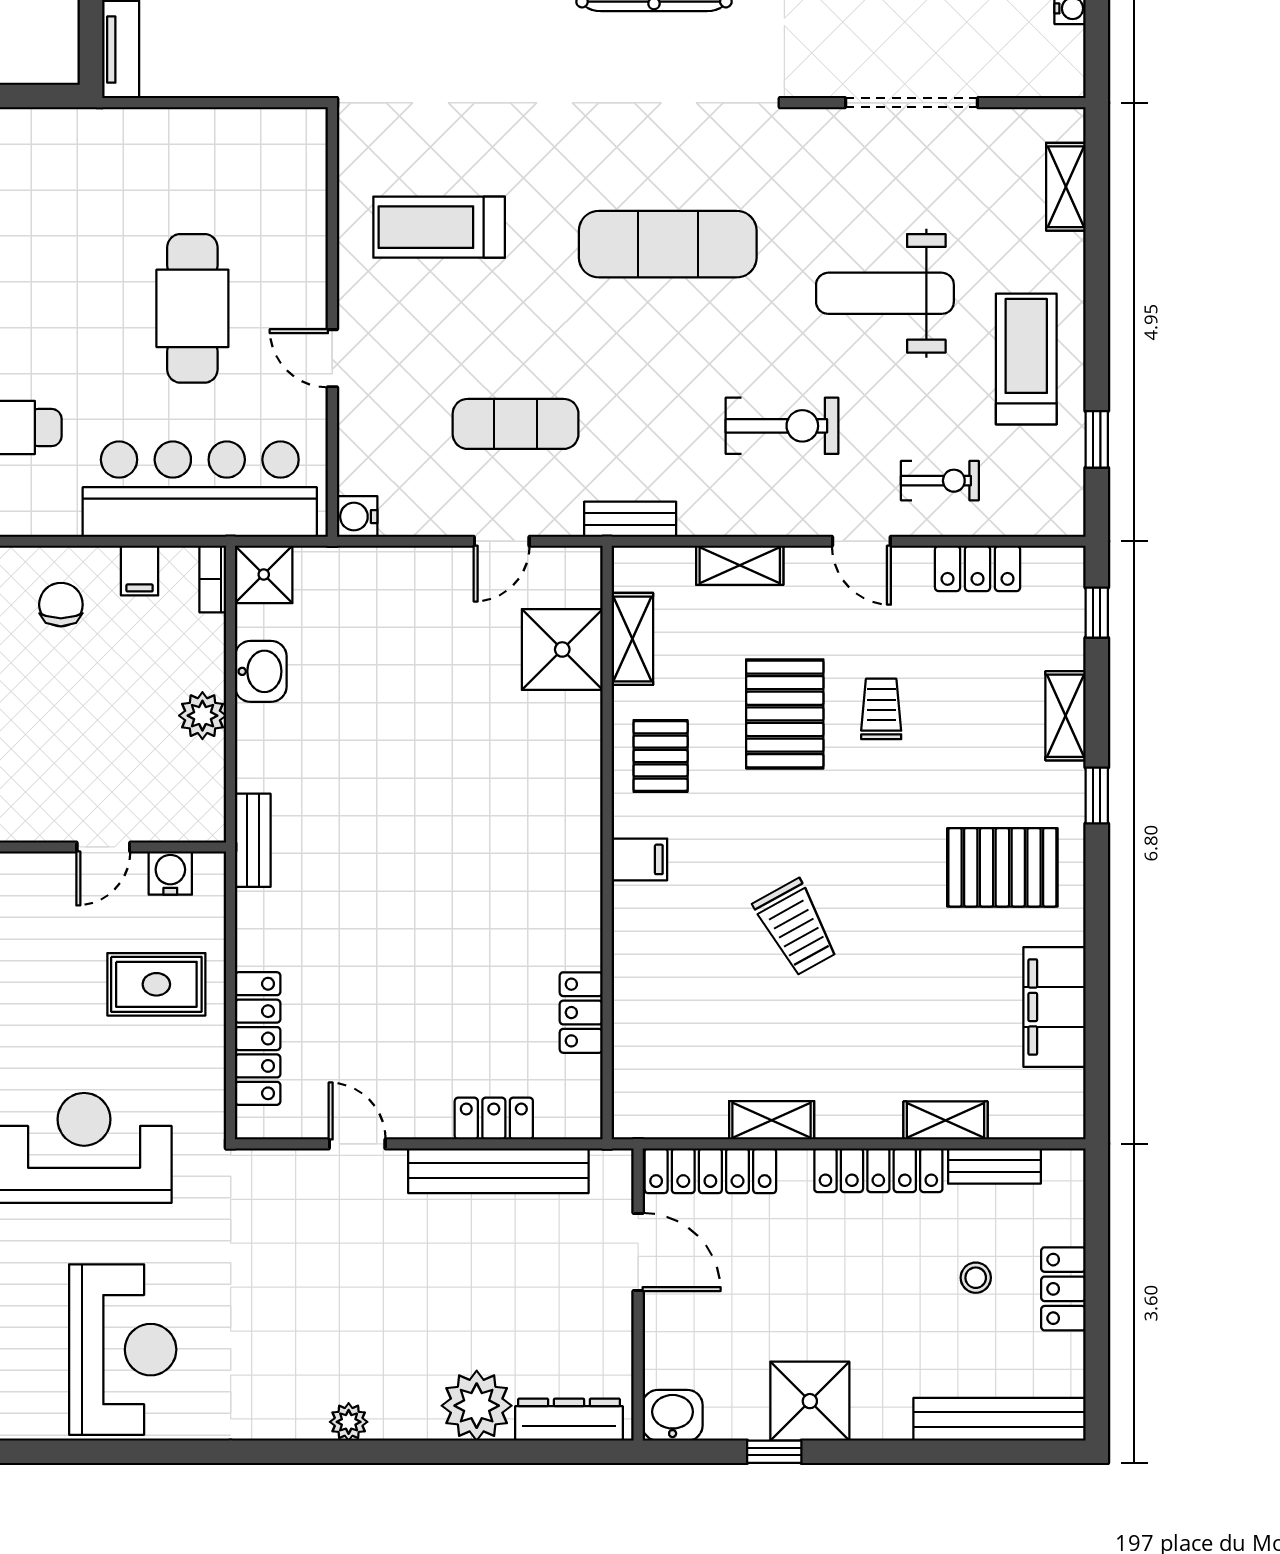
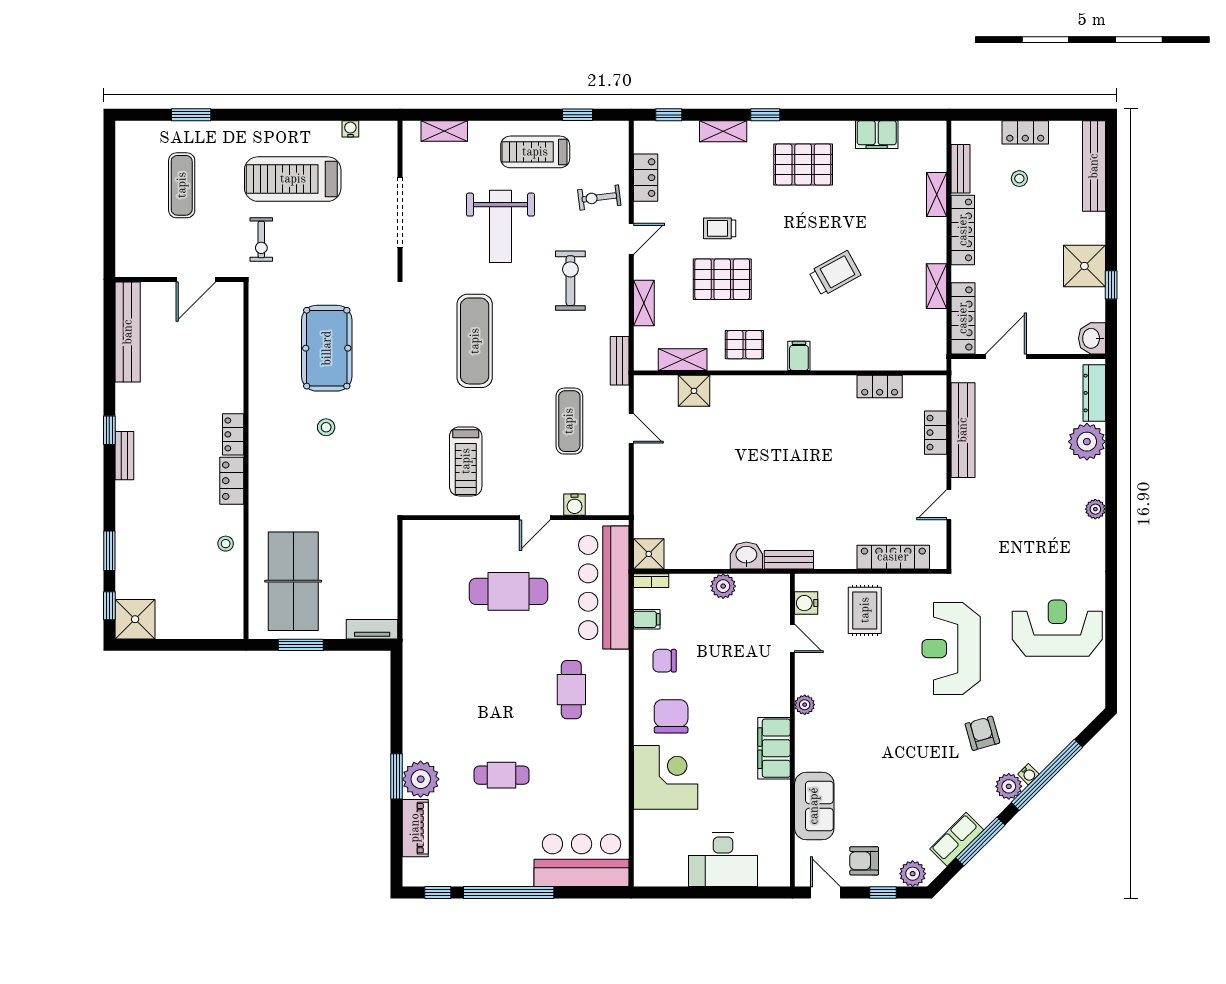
exercise bike: (940, 481) -> (599, 197), turned -97
water cooler: (357, 517) -> (575, 505), moved
shower: (562, 649) -> (694, 391), width x0.73, depth x0.73
washbasin: (261, 671) -> (746, 555), moved
pallet: (1002, 867) -> (803, 165), turned 90
filing cabinet: (1055, 1007) -> (877, 135), width x0.67, depth x0.86

